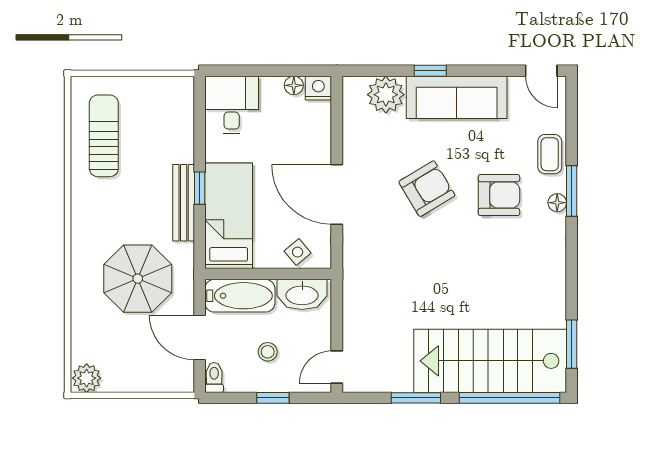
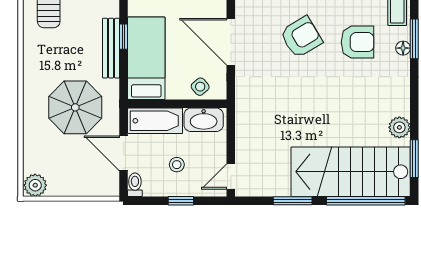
plant: (553, 304) -> (399, 127), added

